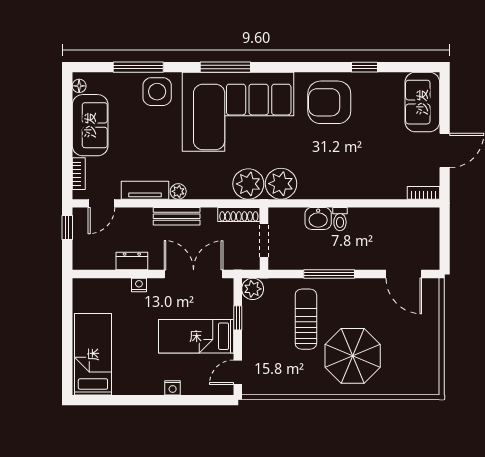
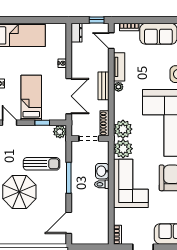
corner sofa: (338, 171) -> (131, 183), added
dresser: (132, 261) -> (77, 33), moved

